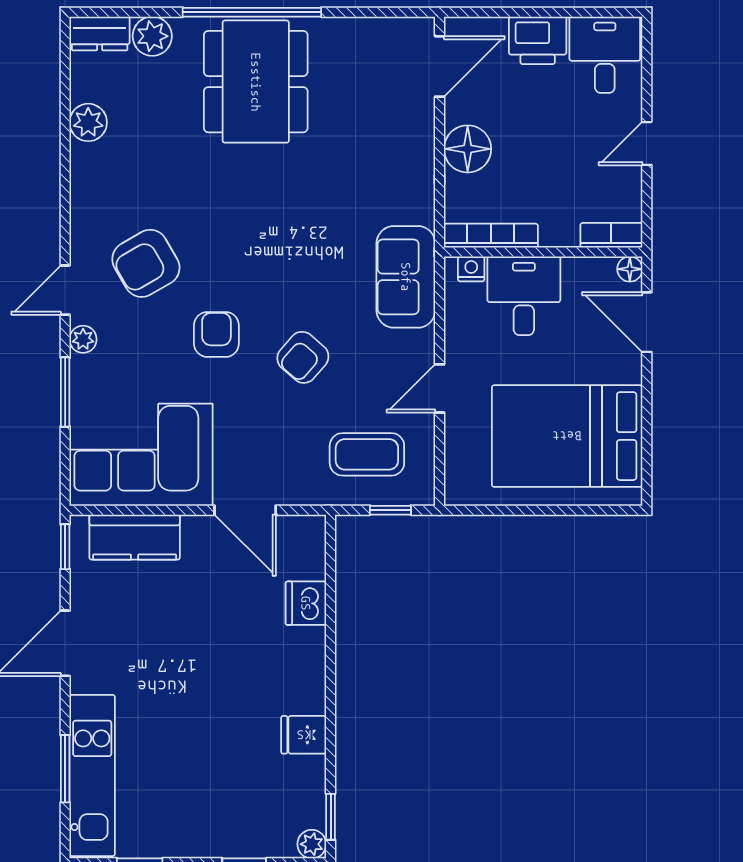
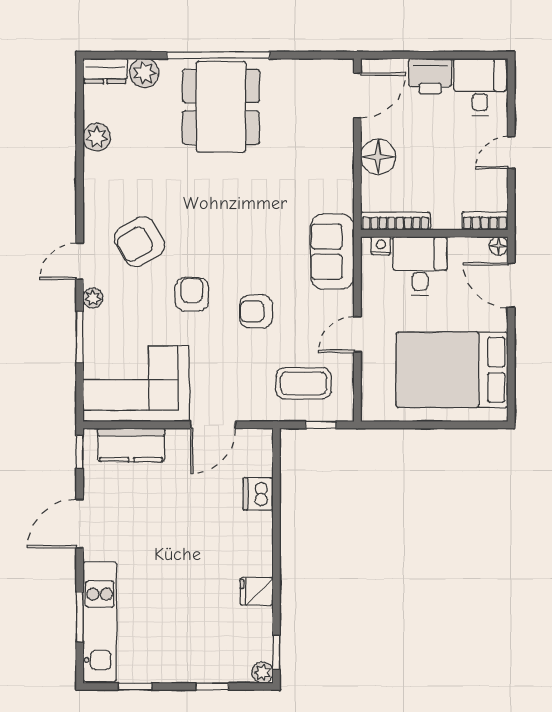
armchair: (303, 357) -> (256, 311), turned 49
door: (245, 510) -> (213, 425), hinge flipped

